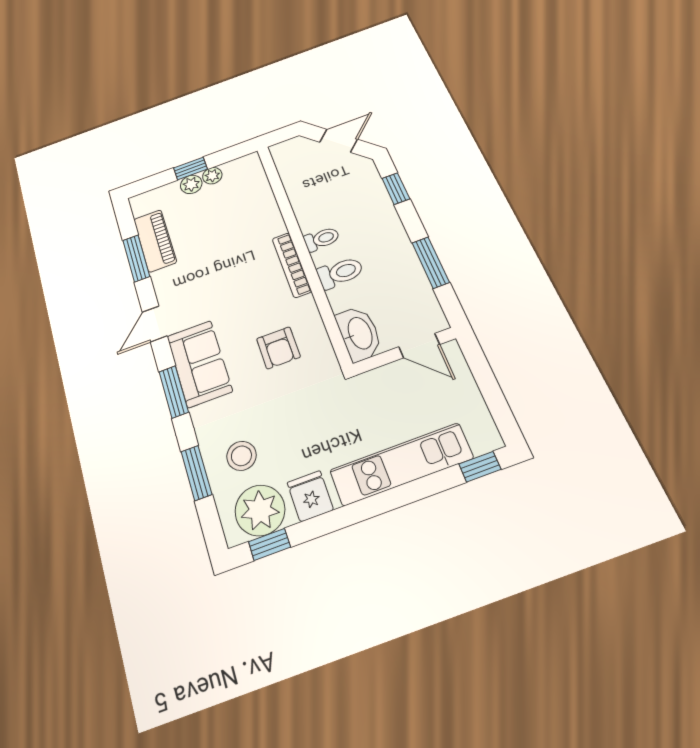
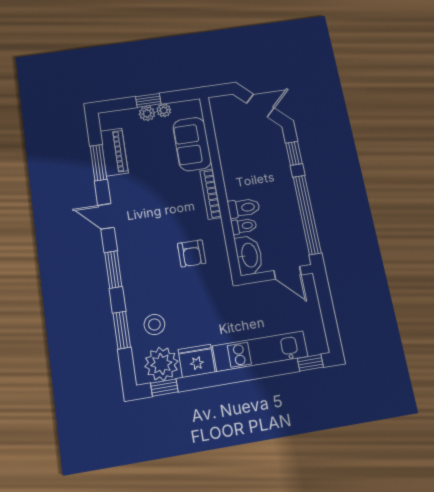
toilet: (322, 239) -> (244, 226), moved
window: (431, 262) -> (307, 215), width x2.11
door: (155, 324) -> (106, 216), hinge flipped
sofa: (199, 364) -> (192, 144), moved, turned 180
fridge: (310, 496) -> (197, 361), width x1.38

